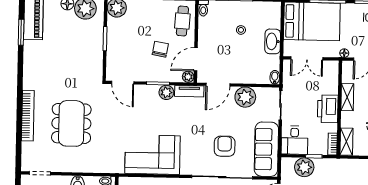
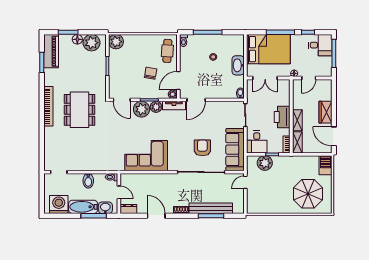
plant: (245, 97) -> (142, 109), moved
shelving: (347, 97) -> (297, 120), moved
bookcase: (28, 116) -> (48, 106), moved
dining table: (71, 123) -> (80, 110), moved

